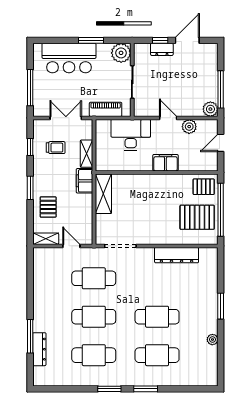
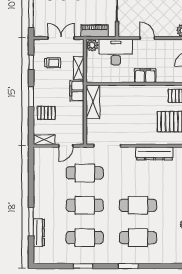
plant: (189, 127) -> (92, 45), moved
pallet: (48, 207) -> (46, 113), turned 90
door: (71, 246) -> (66, 146), swing flipped
window: (109, 389) -> (83, 266), moved

